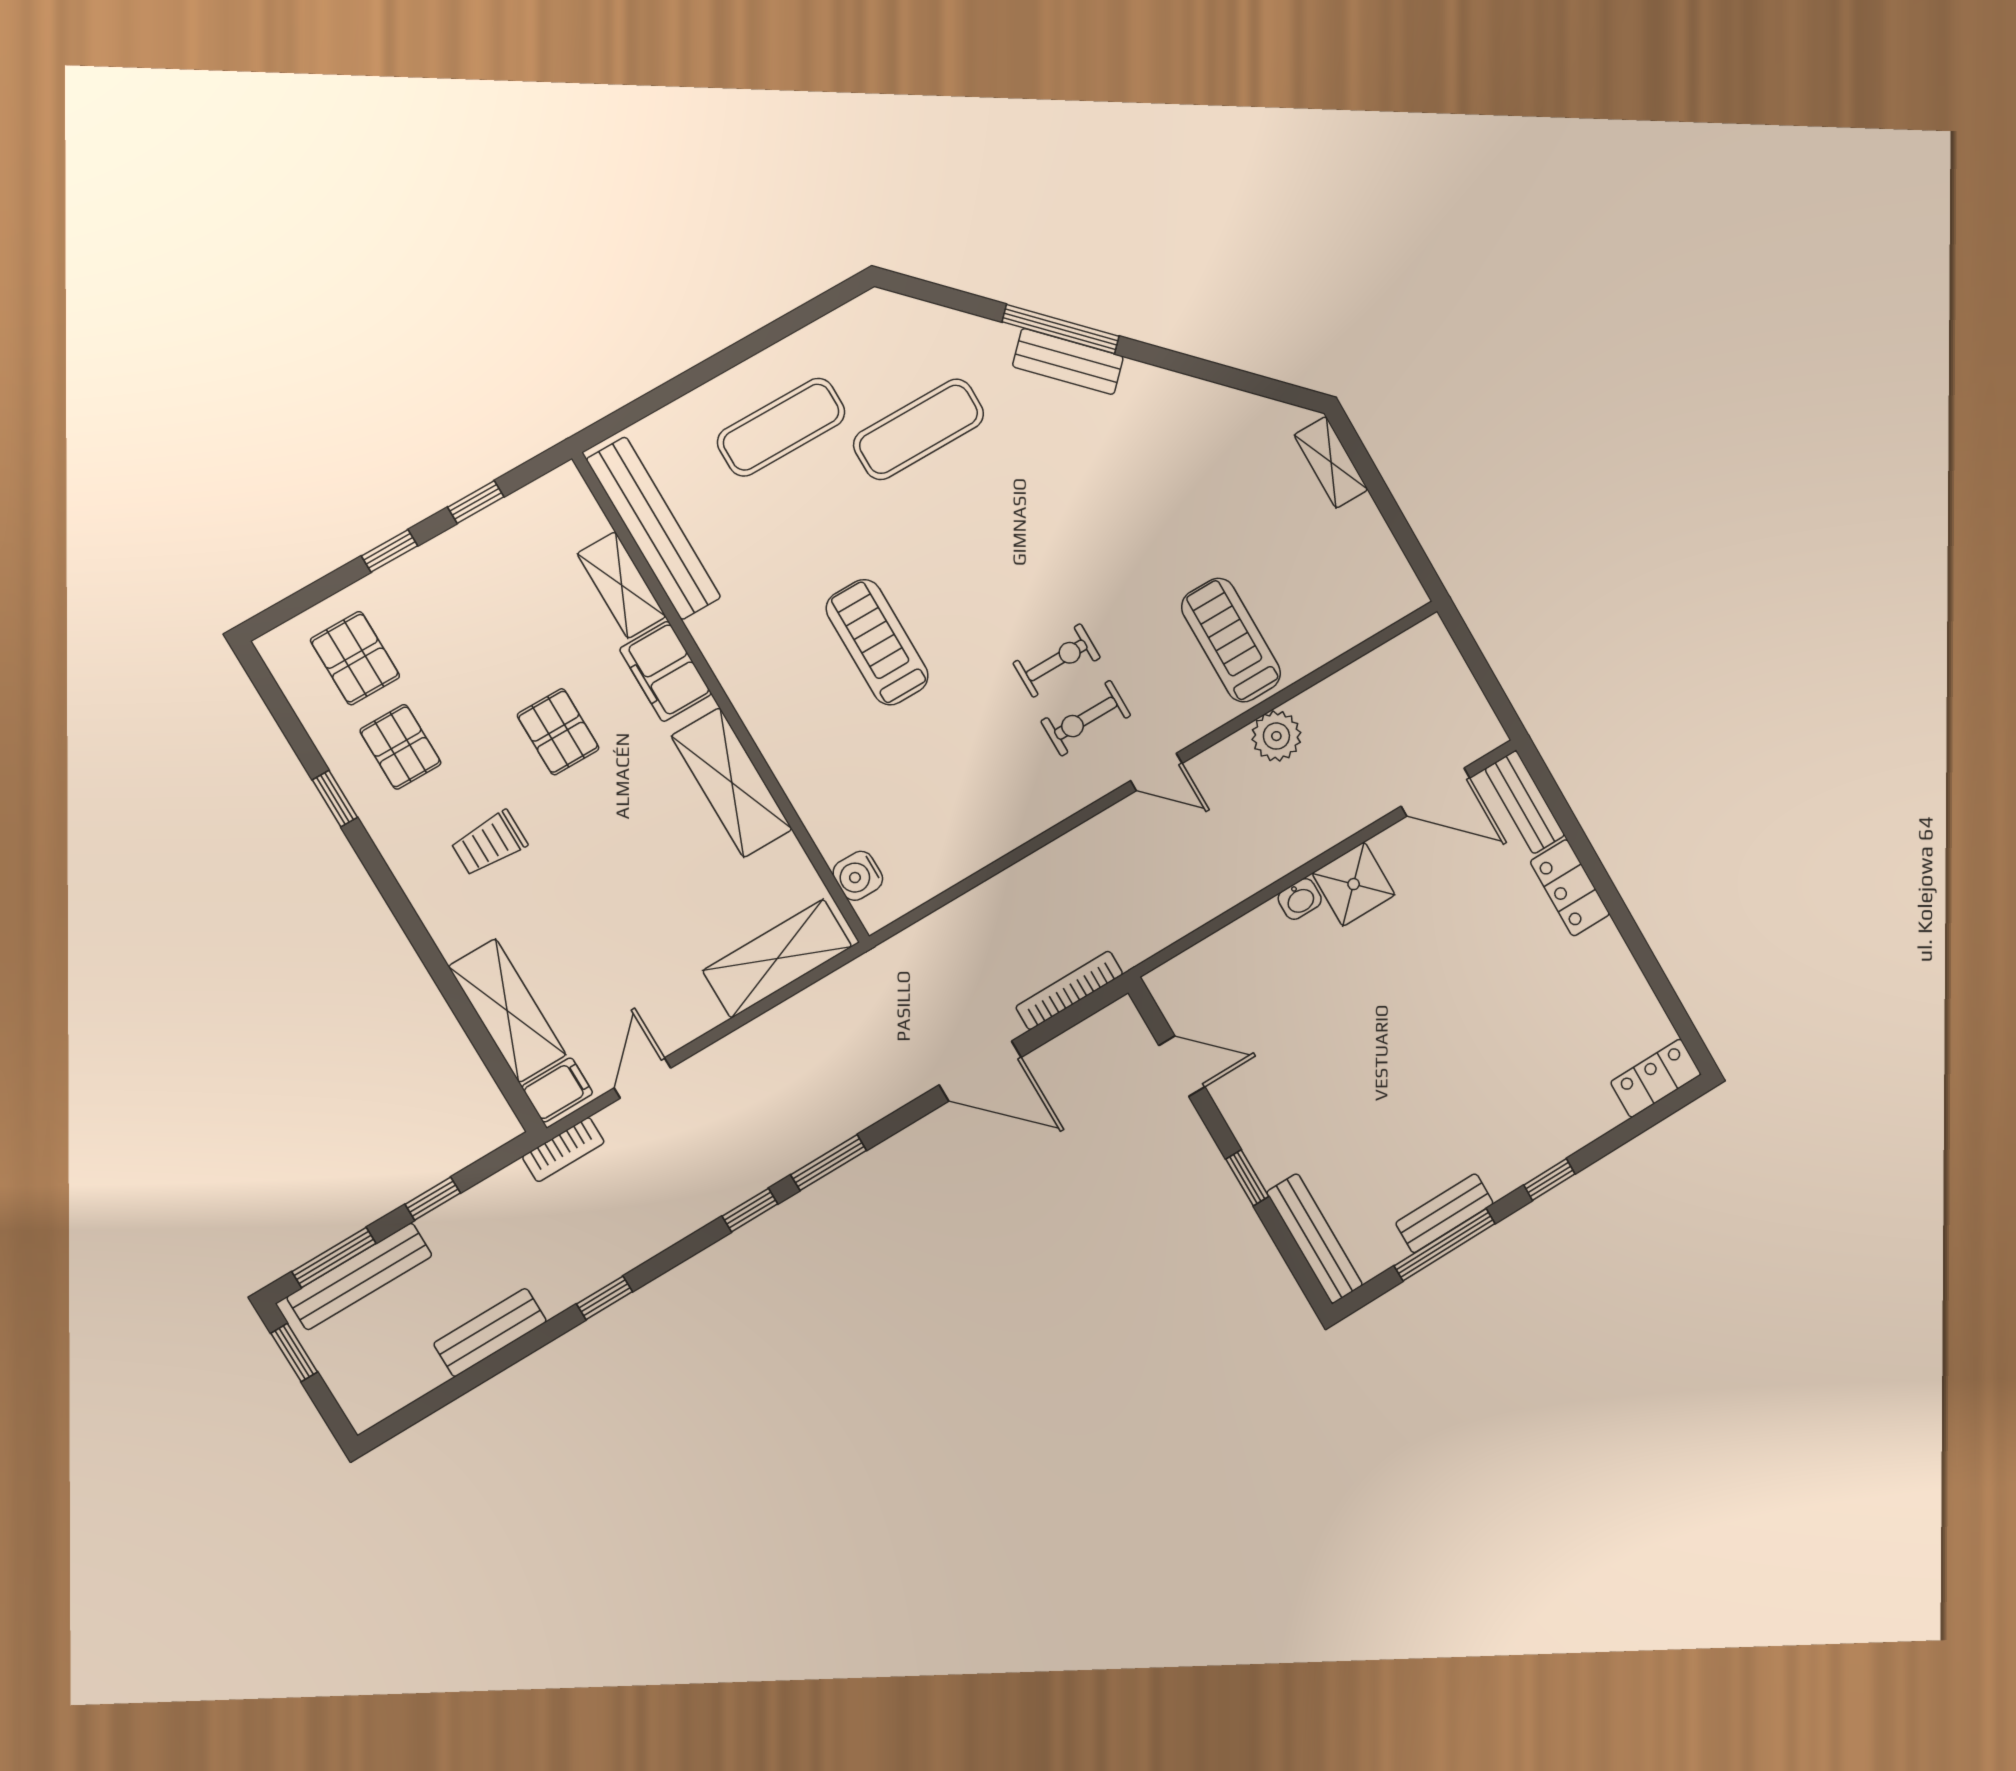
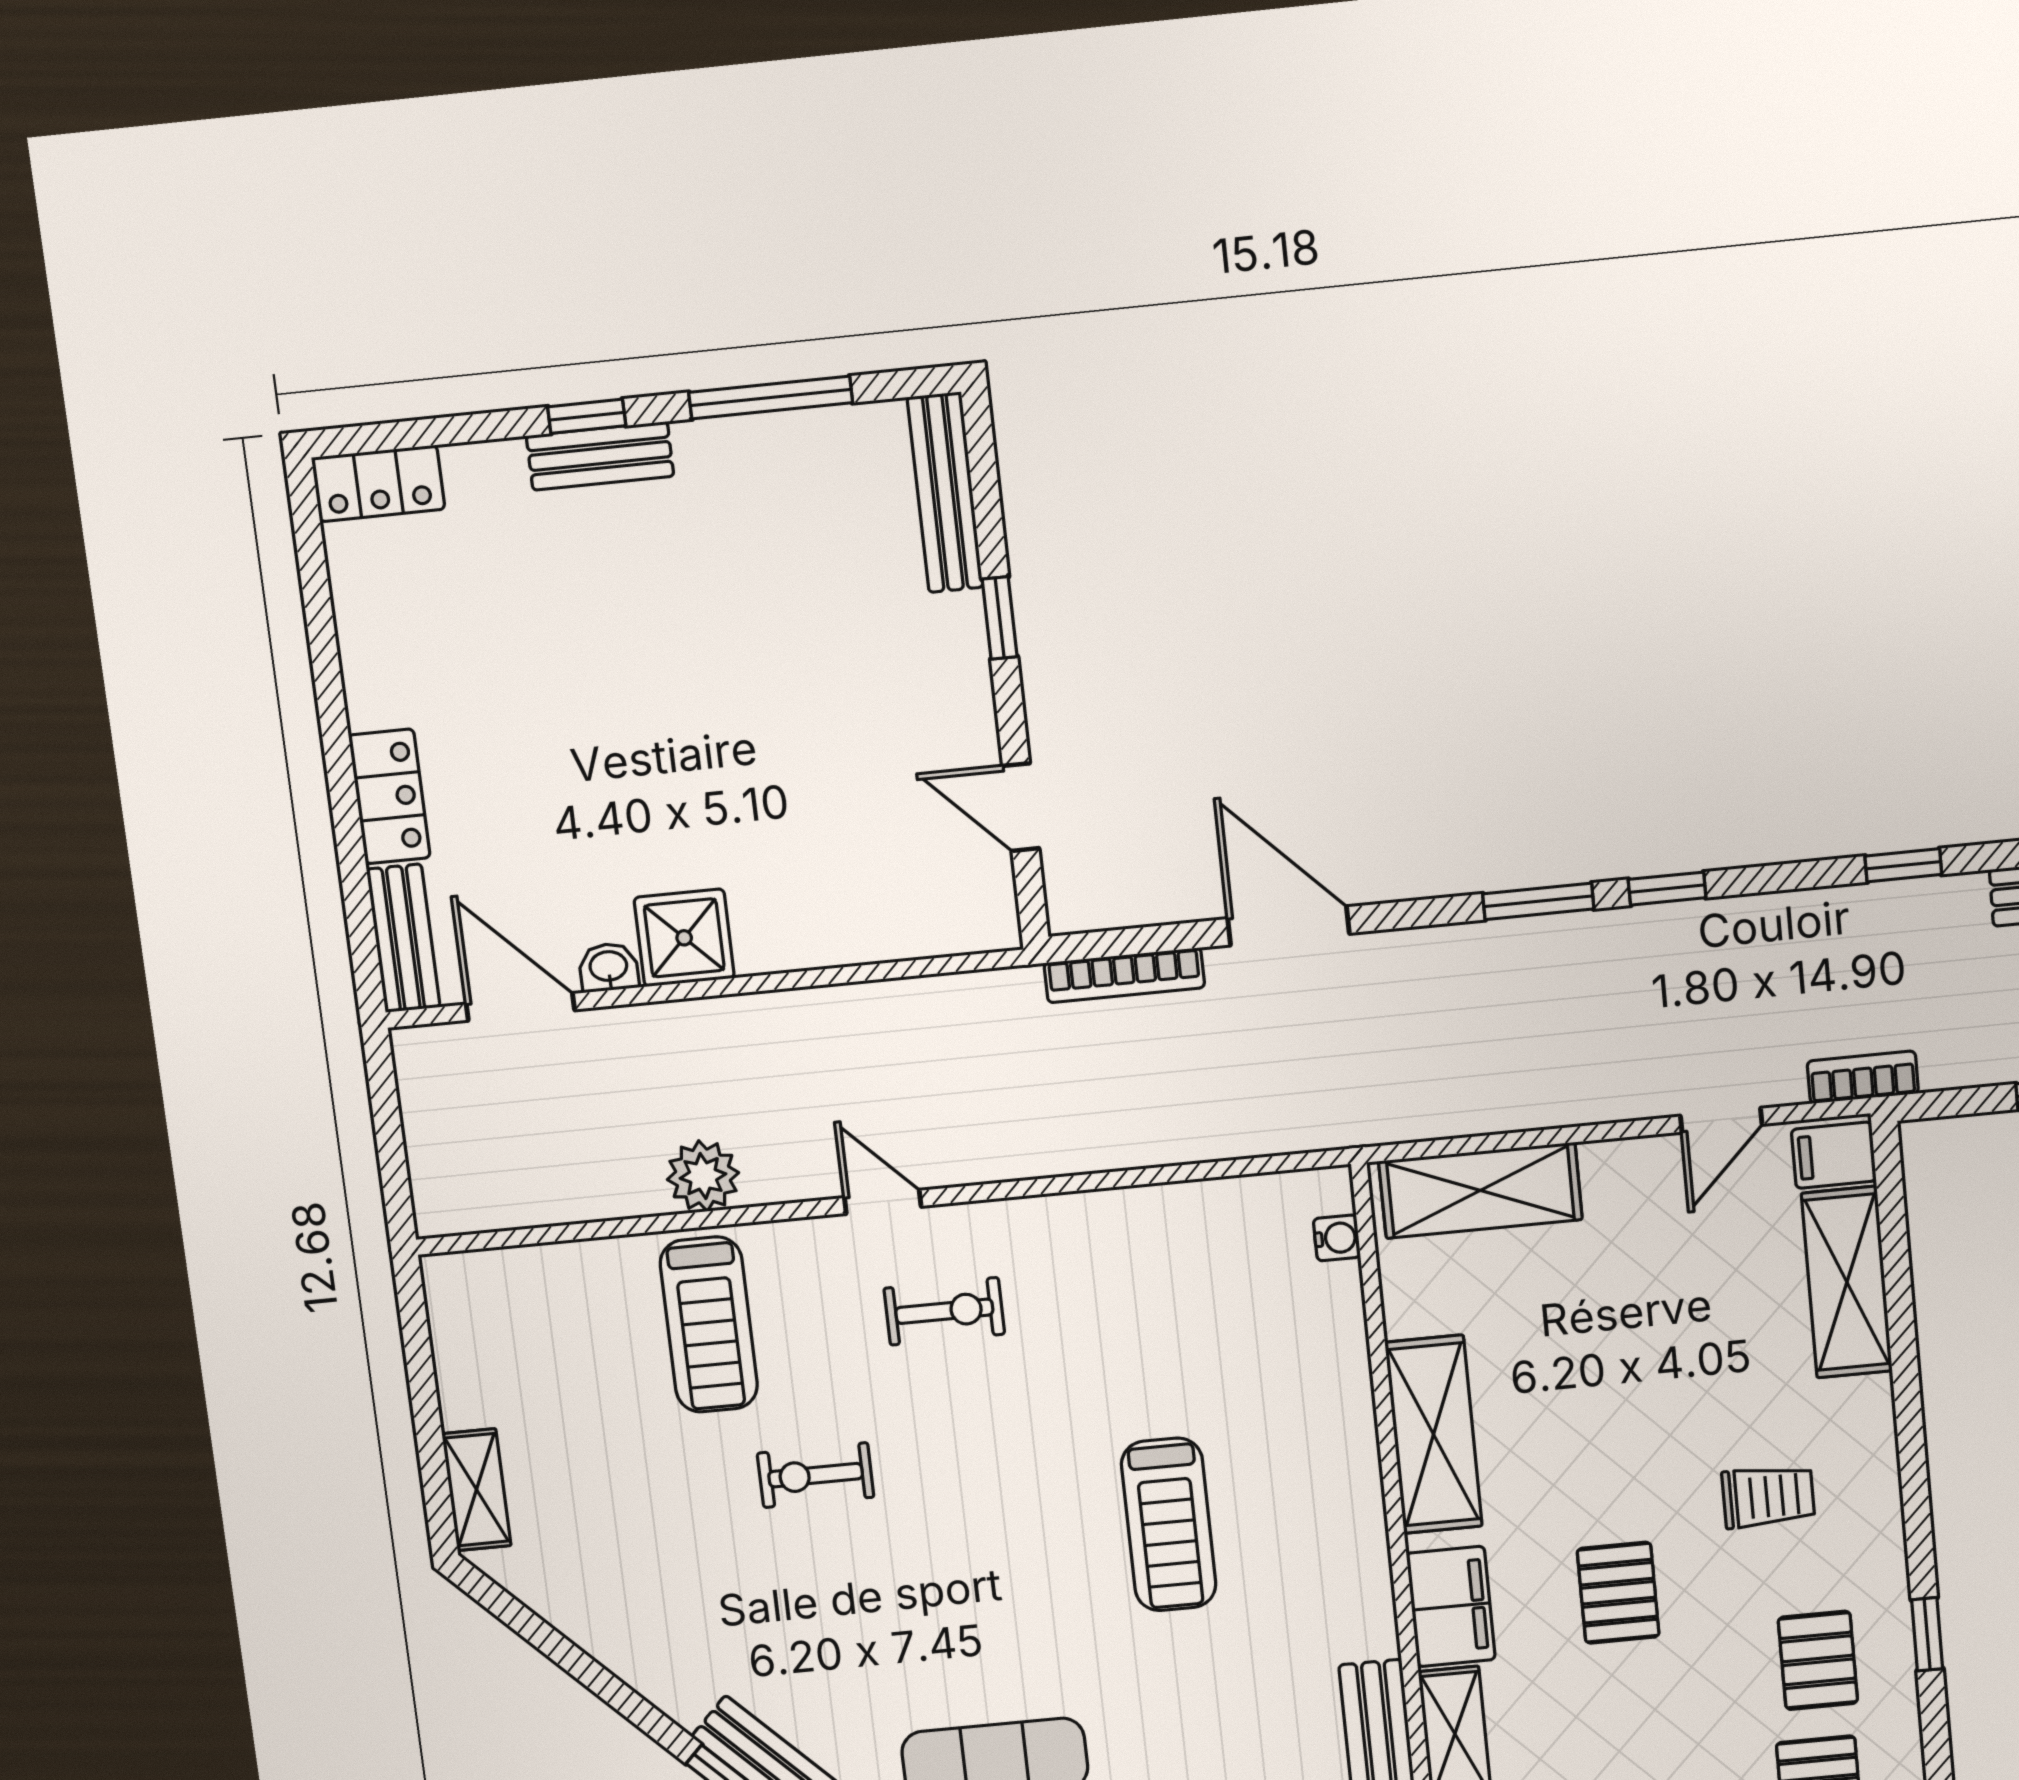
exercise bike: (1057, 660) -> (816, 1475), moved
water cooler: (858, 876) -> (1337, 1238), width x0.72, depth x0.72
washbasin: (1300, 899) -> (609, 967), moved
bench: (1444, 1213) -> (600, 456), moved

